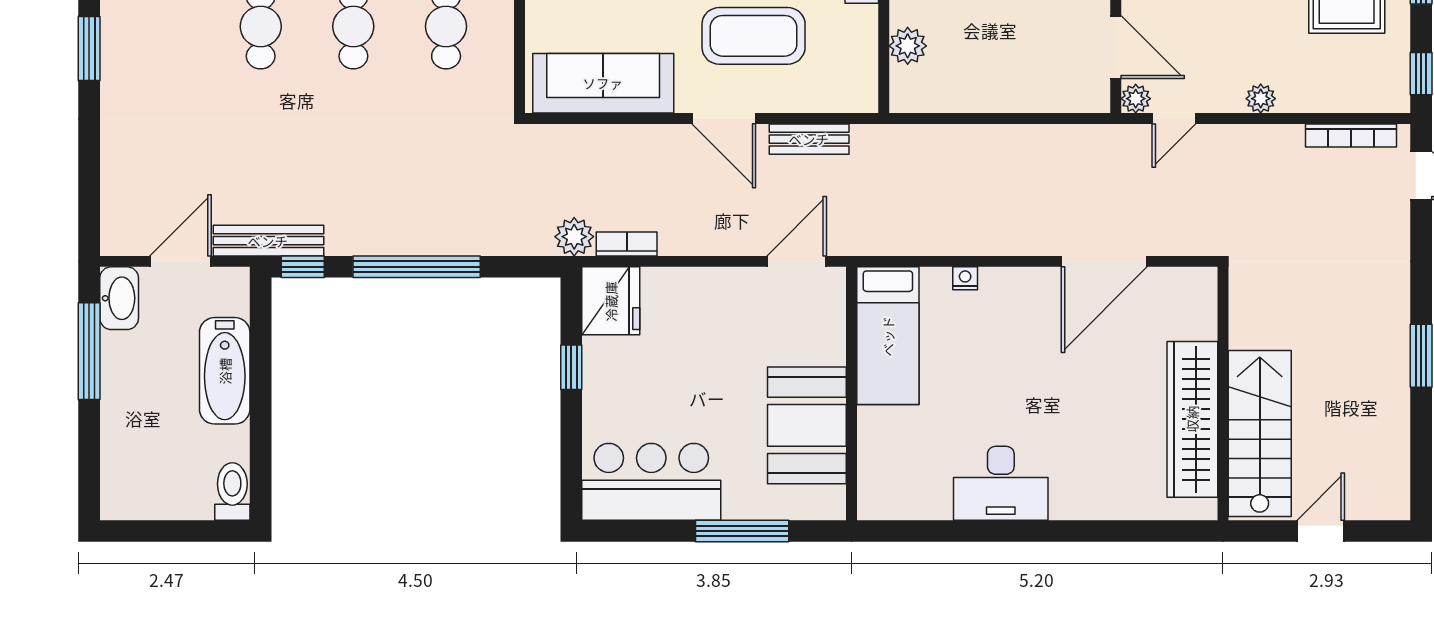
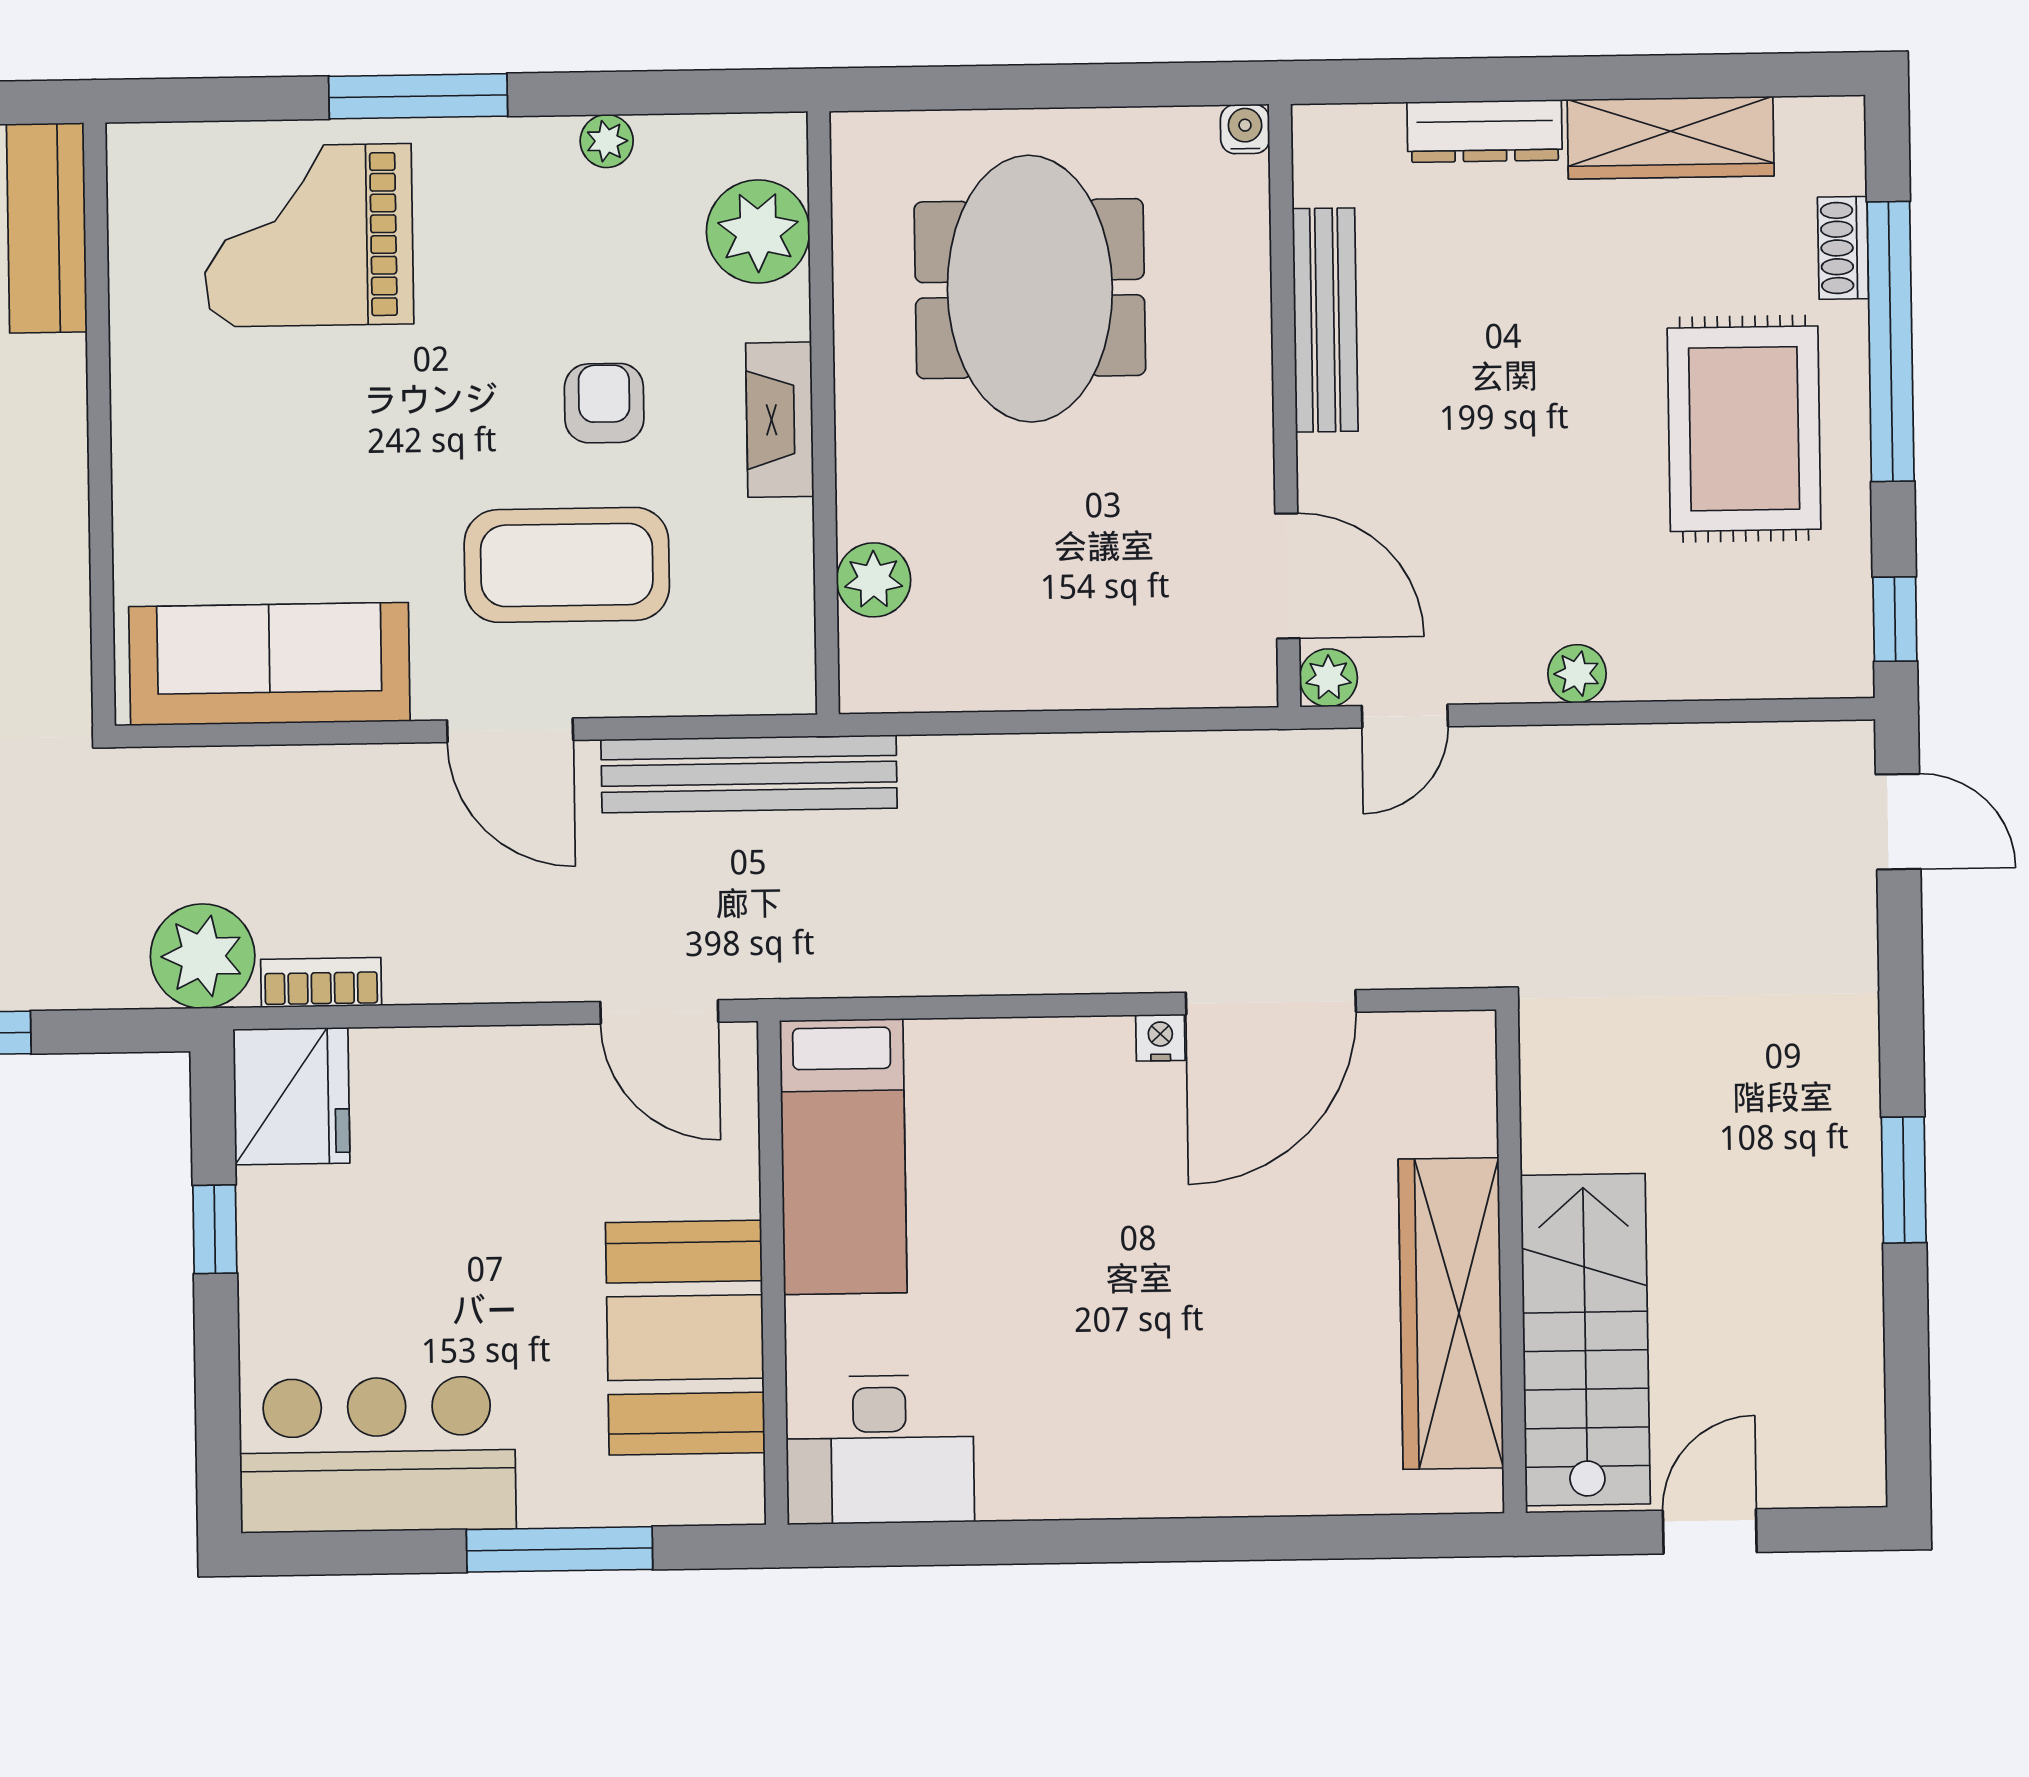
bookcase: (1351, 136) -> (1758, 744), removed
bench: (809, 139) -> (749, 774), width x1.86, depth x1.21
plant: (574, 237) -> (203, 956), width x1.36, depth x1.36
door: (797, 261) -> (659, 1012), swing flipped
nightstand: (965, 278) -> (1160, 1038), moved
desk: (1001, 483) -> (880, 1450), moved

